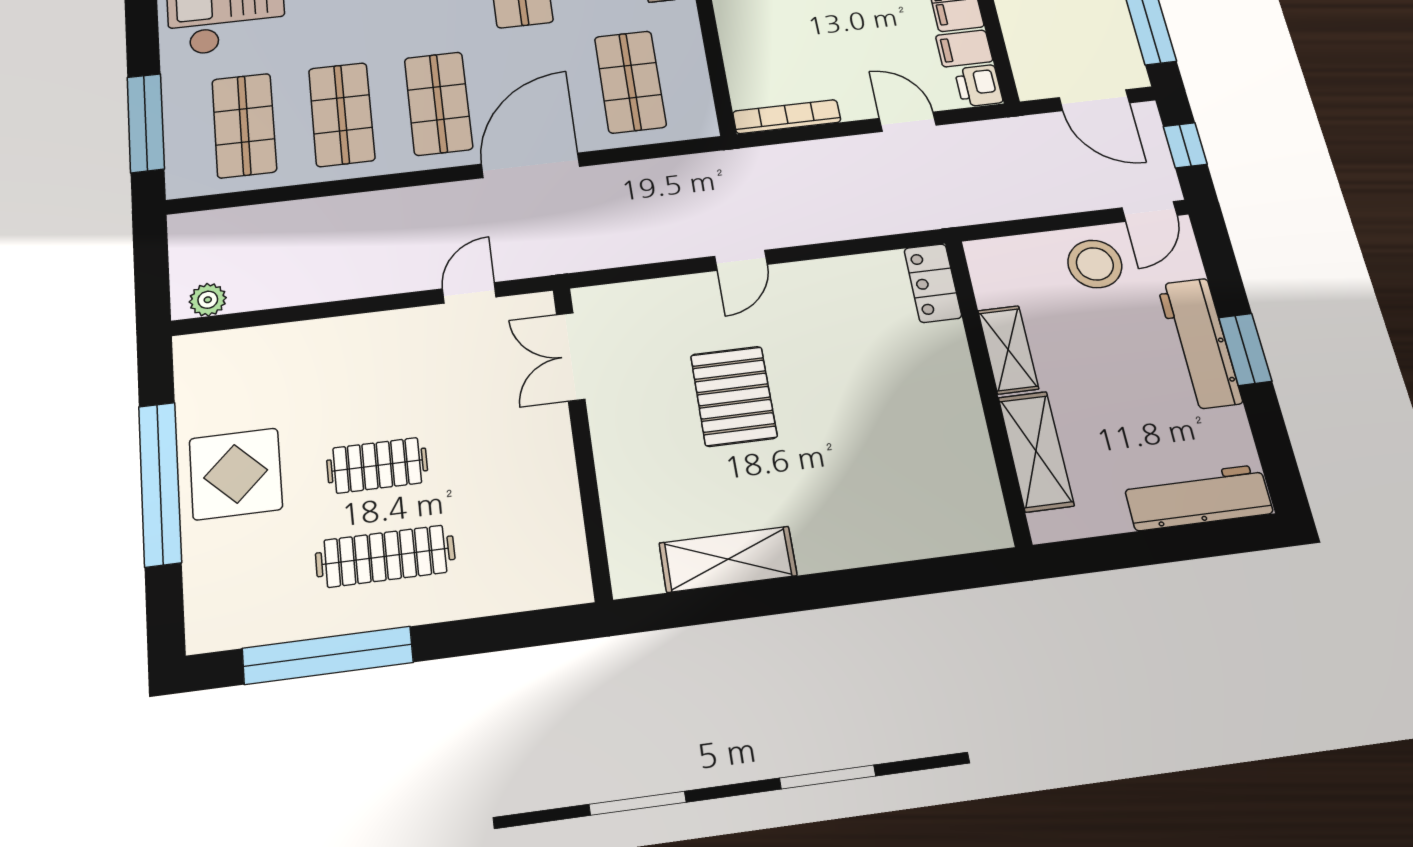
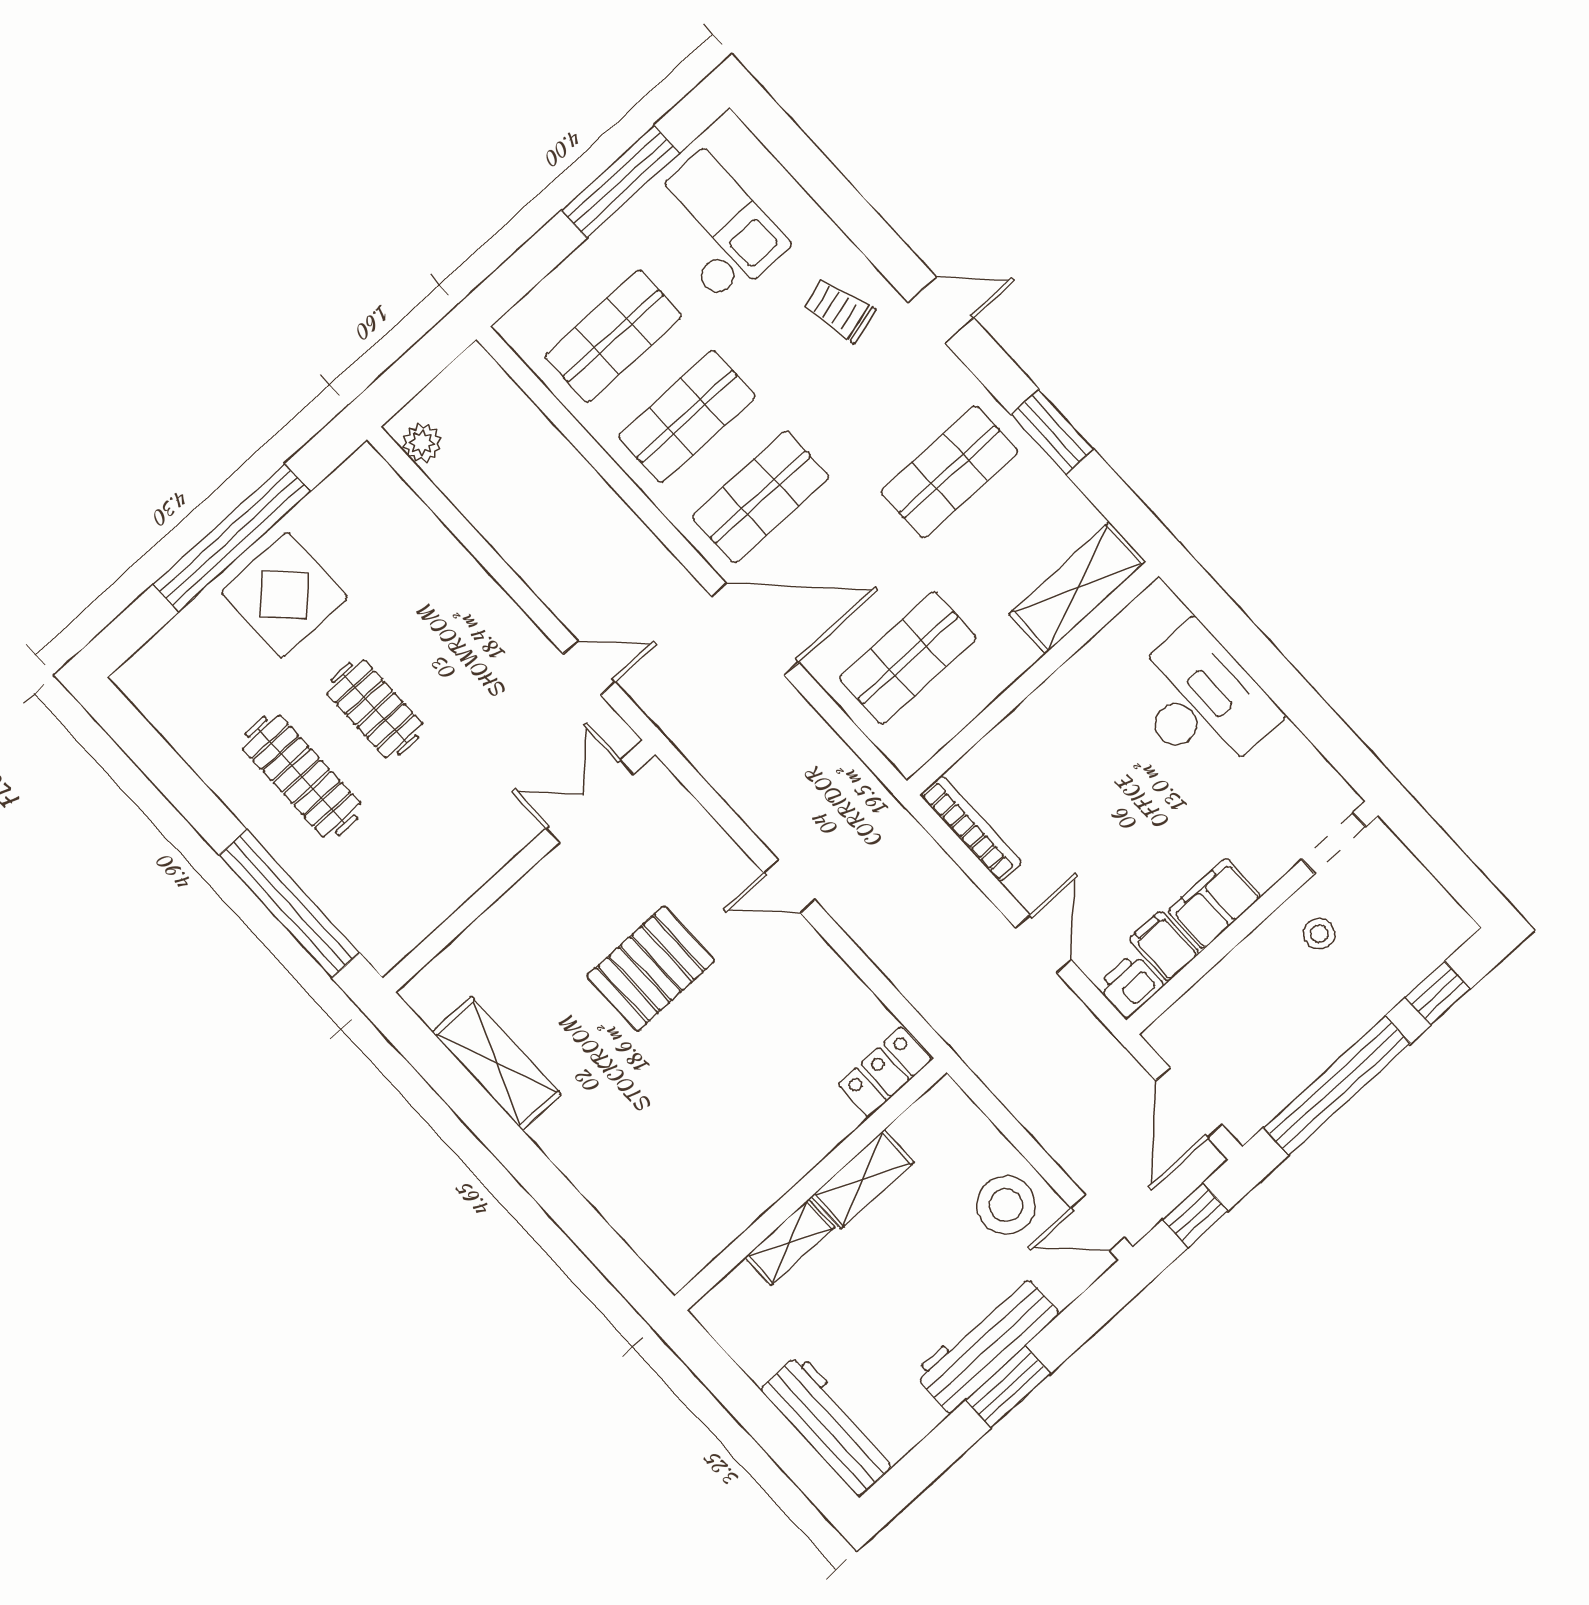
window: (146, 123) -> (620, 182), moved
shelving: (1036, 451) -> (790, 1242), width x0.67, depth x0.75
window: (328, 655) -> (289, 904), moved

